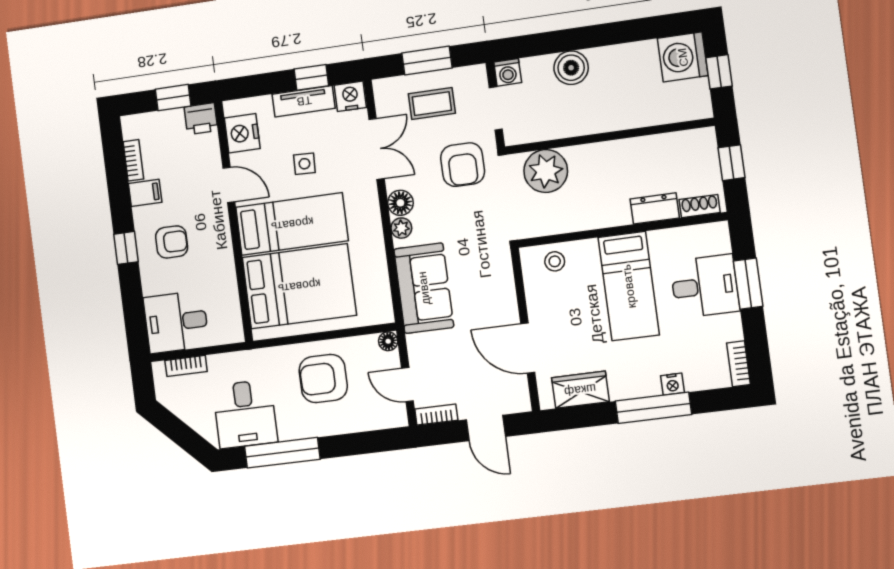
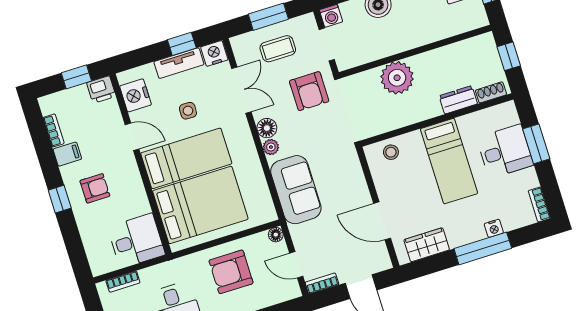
plant: (546, 171) -> (397, 78), moved
desk: (176, 322) -> (136, 241), moved, turned 180

